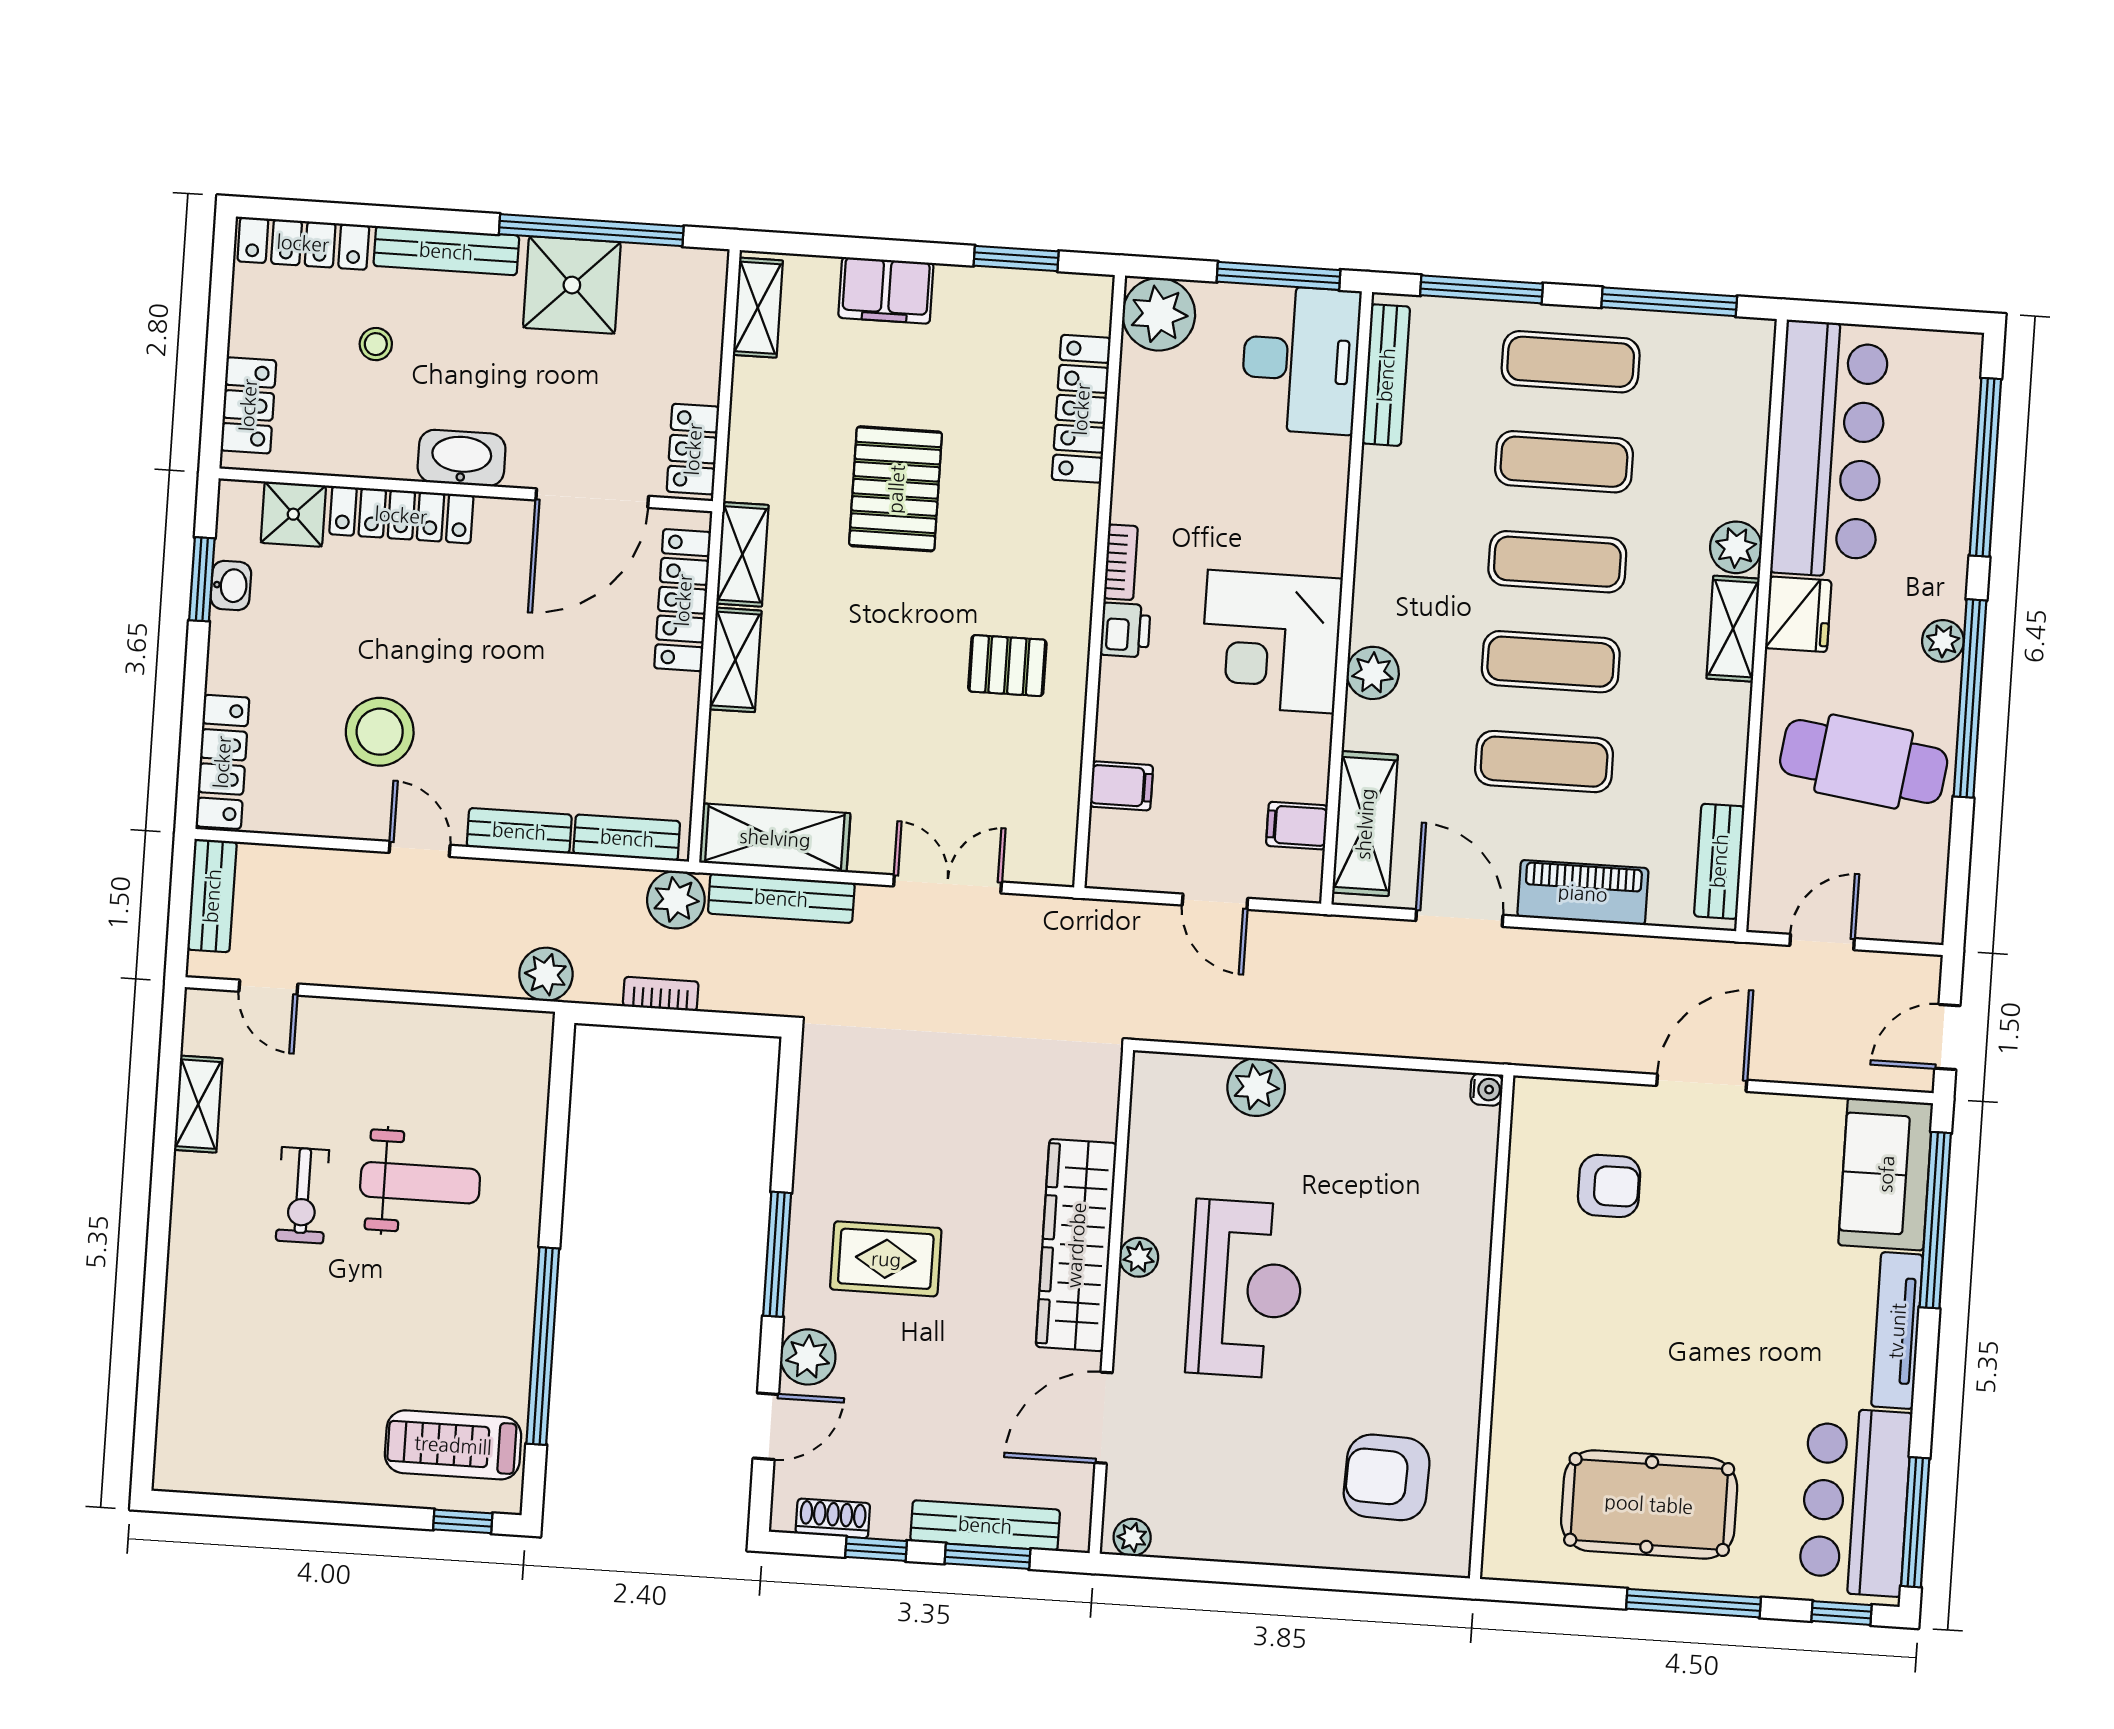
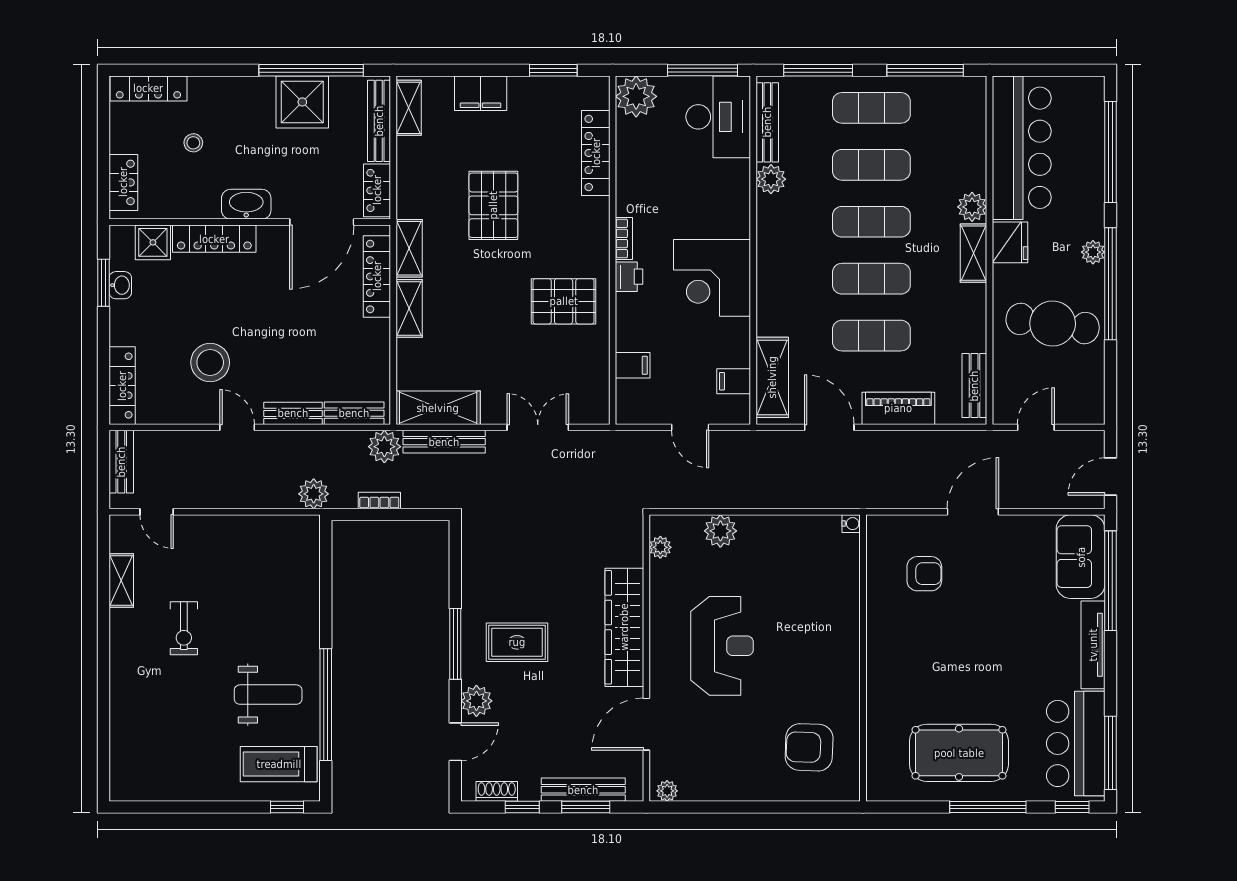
bench: (446, 251) -> (379, 121), moved, turned 90
pallet: (1007, 666) -> (564, 301), width x1.50, depth x1.42
plant: (1373, 673) -> (771, 179), moved
weight bench: (420, 1183) -> (268, 695), moved
plant: (1139, 1257) -> (660, 547), moved

